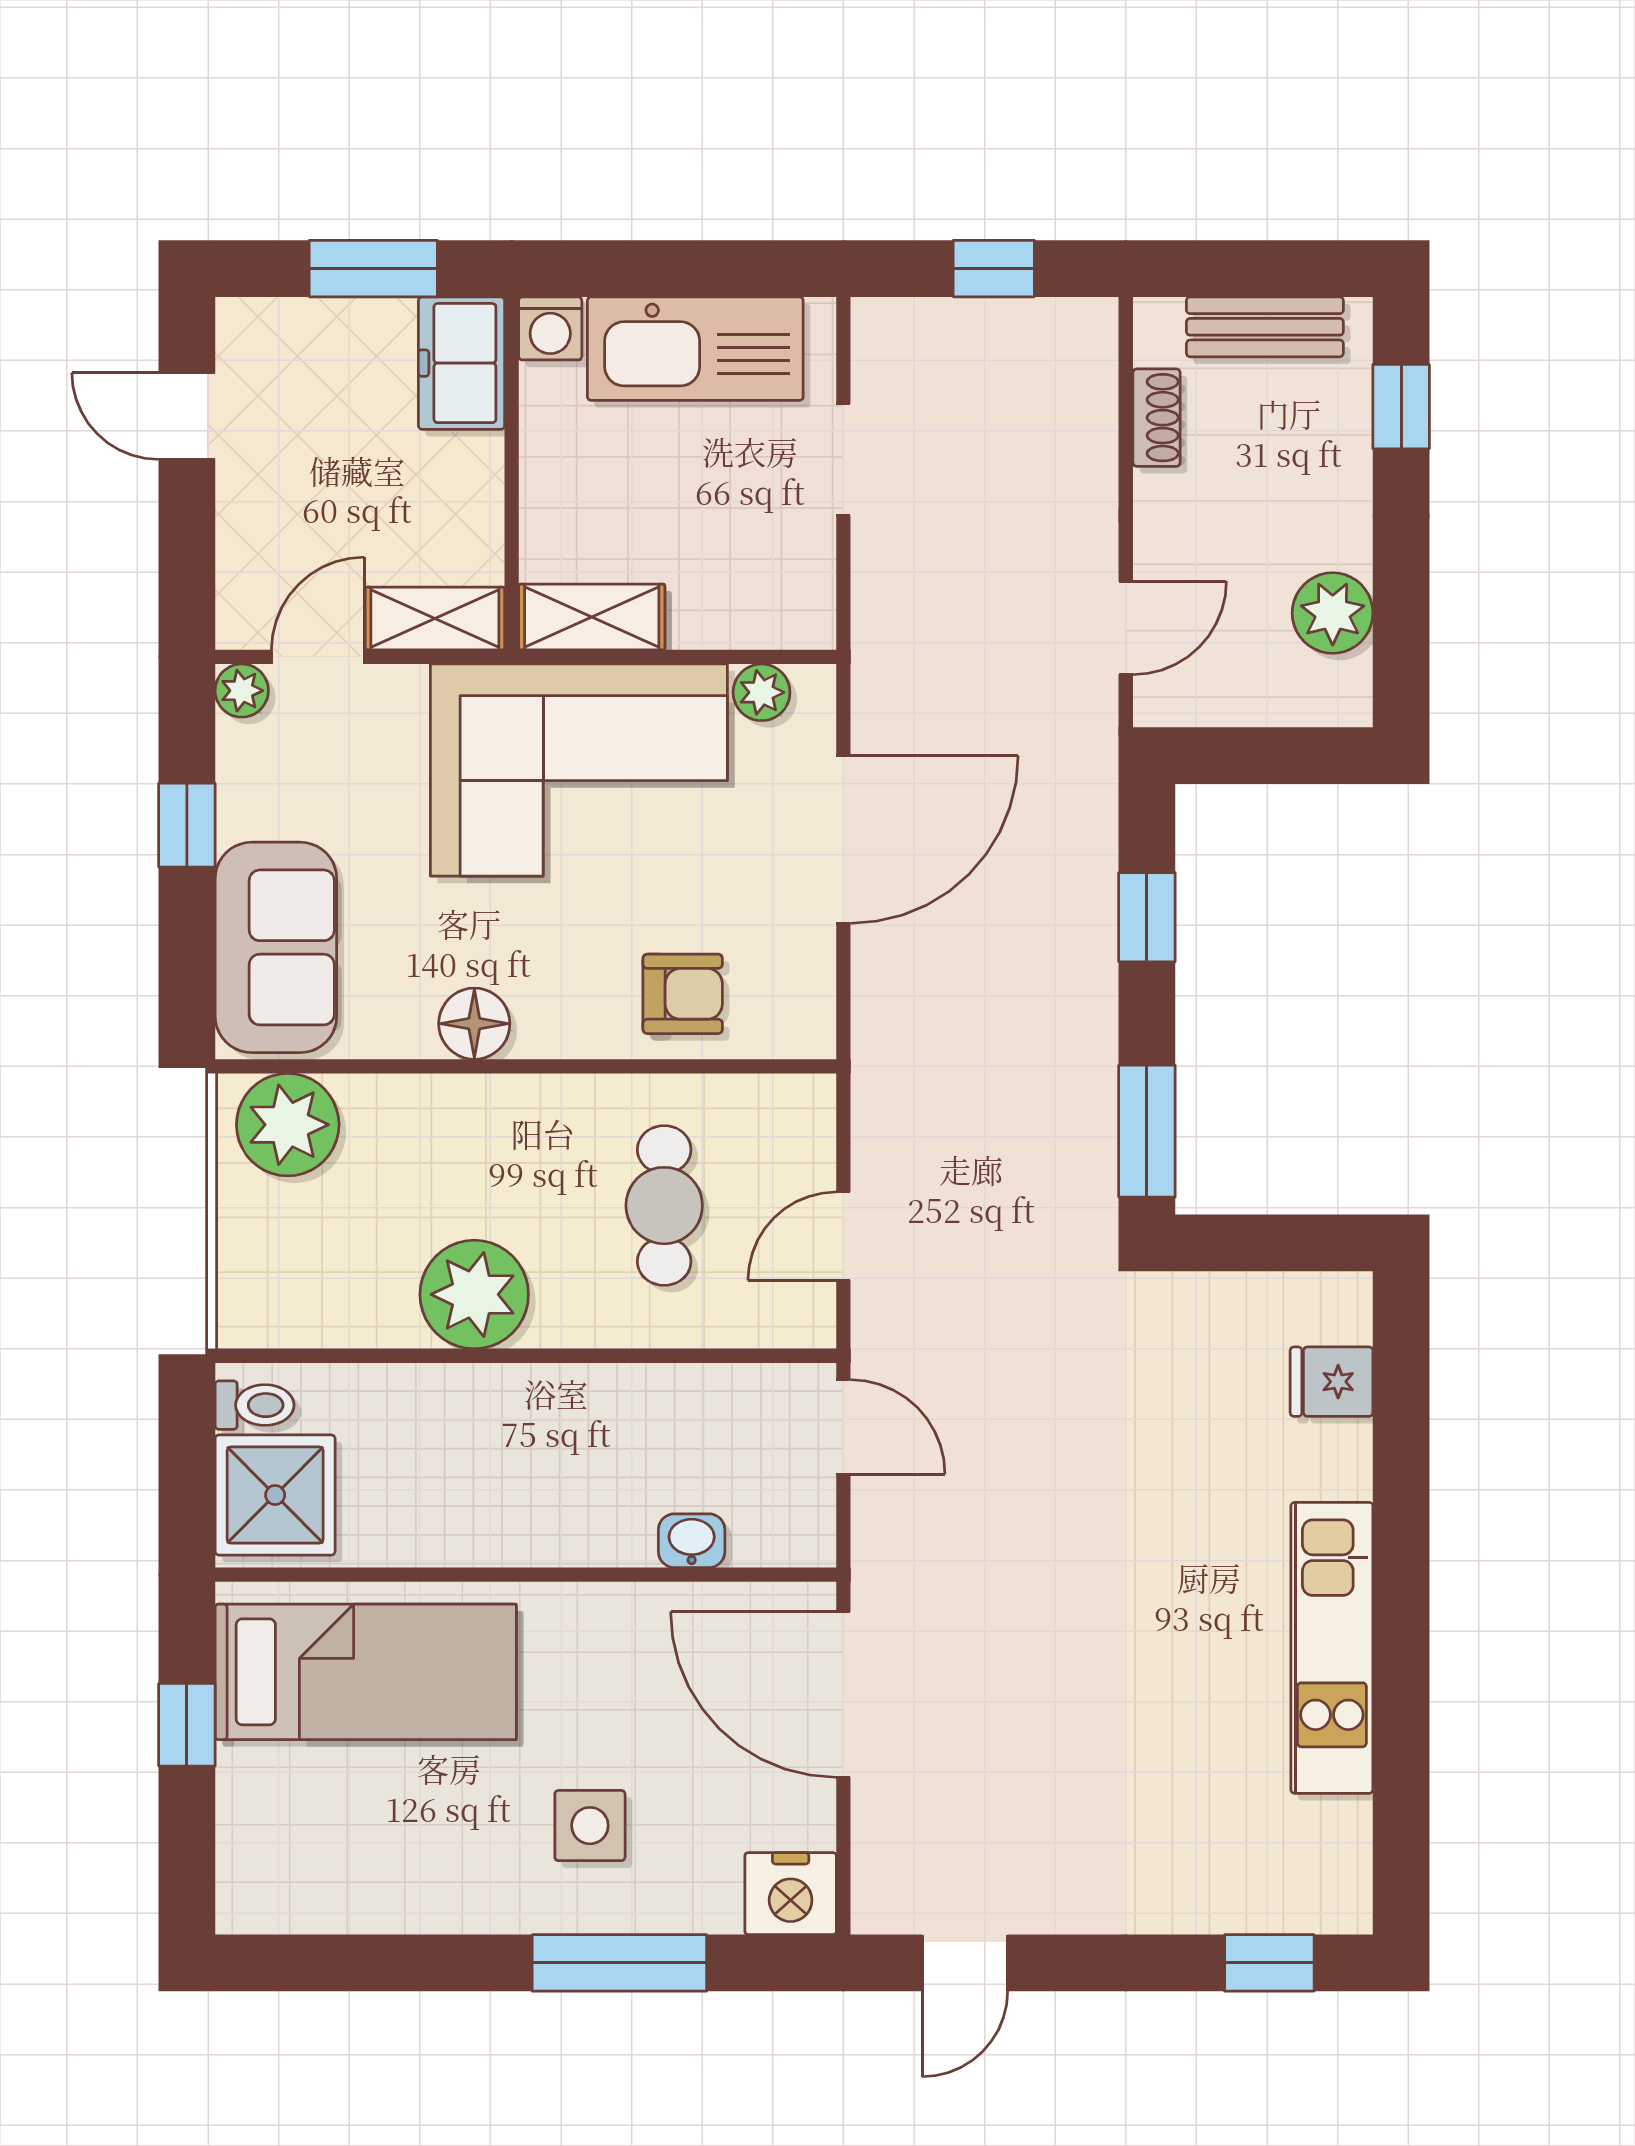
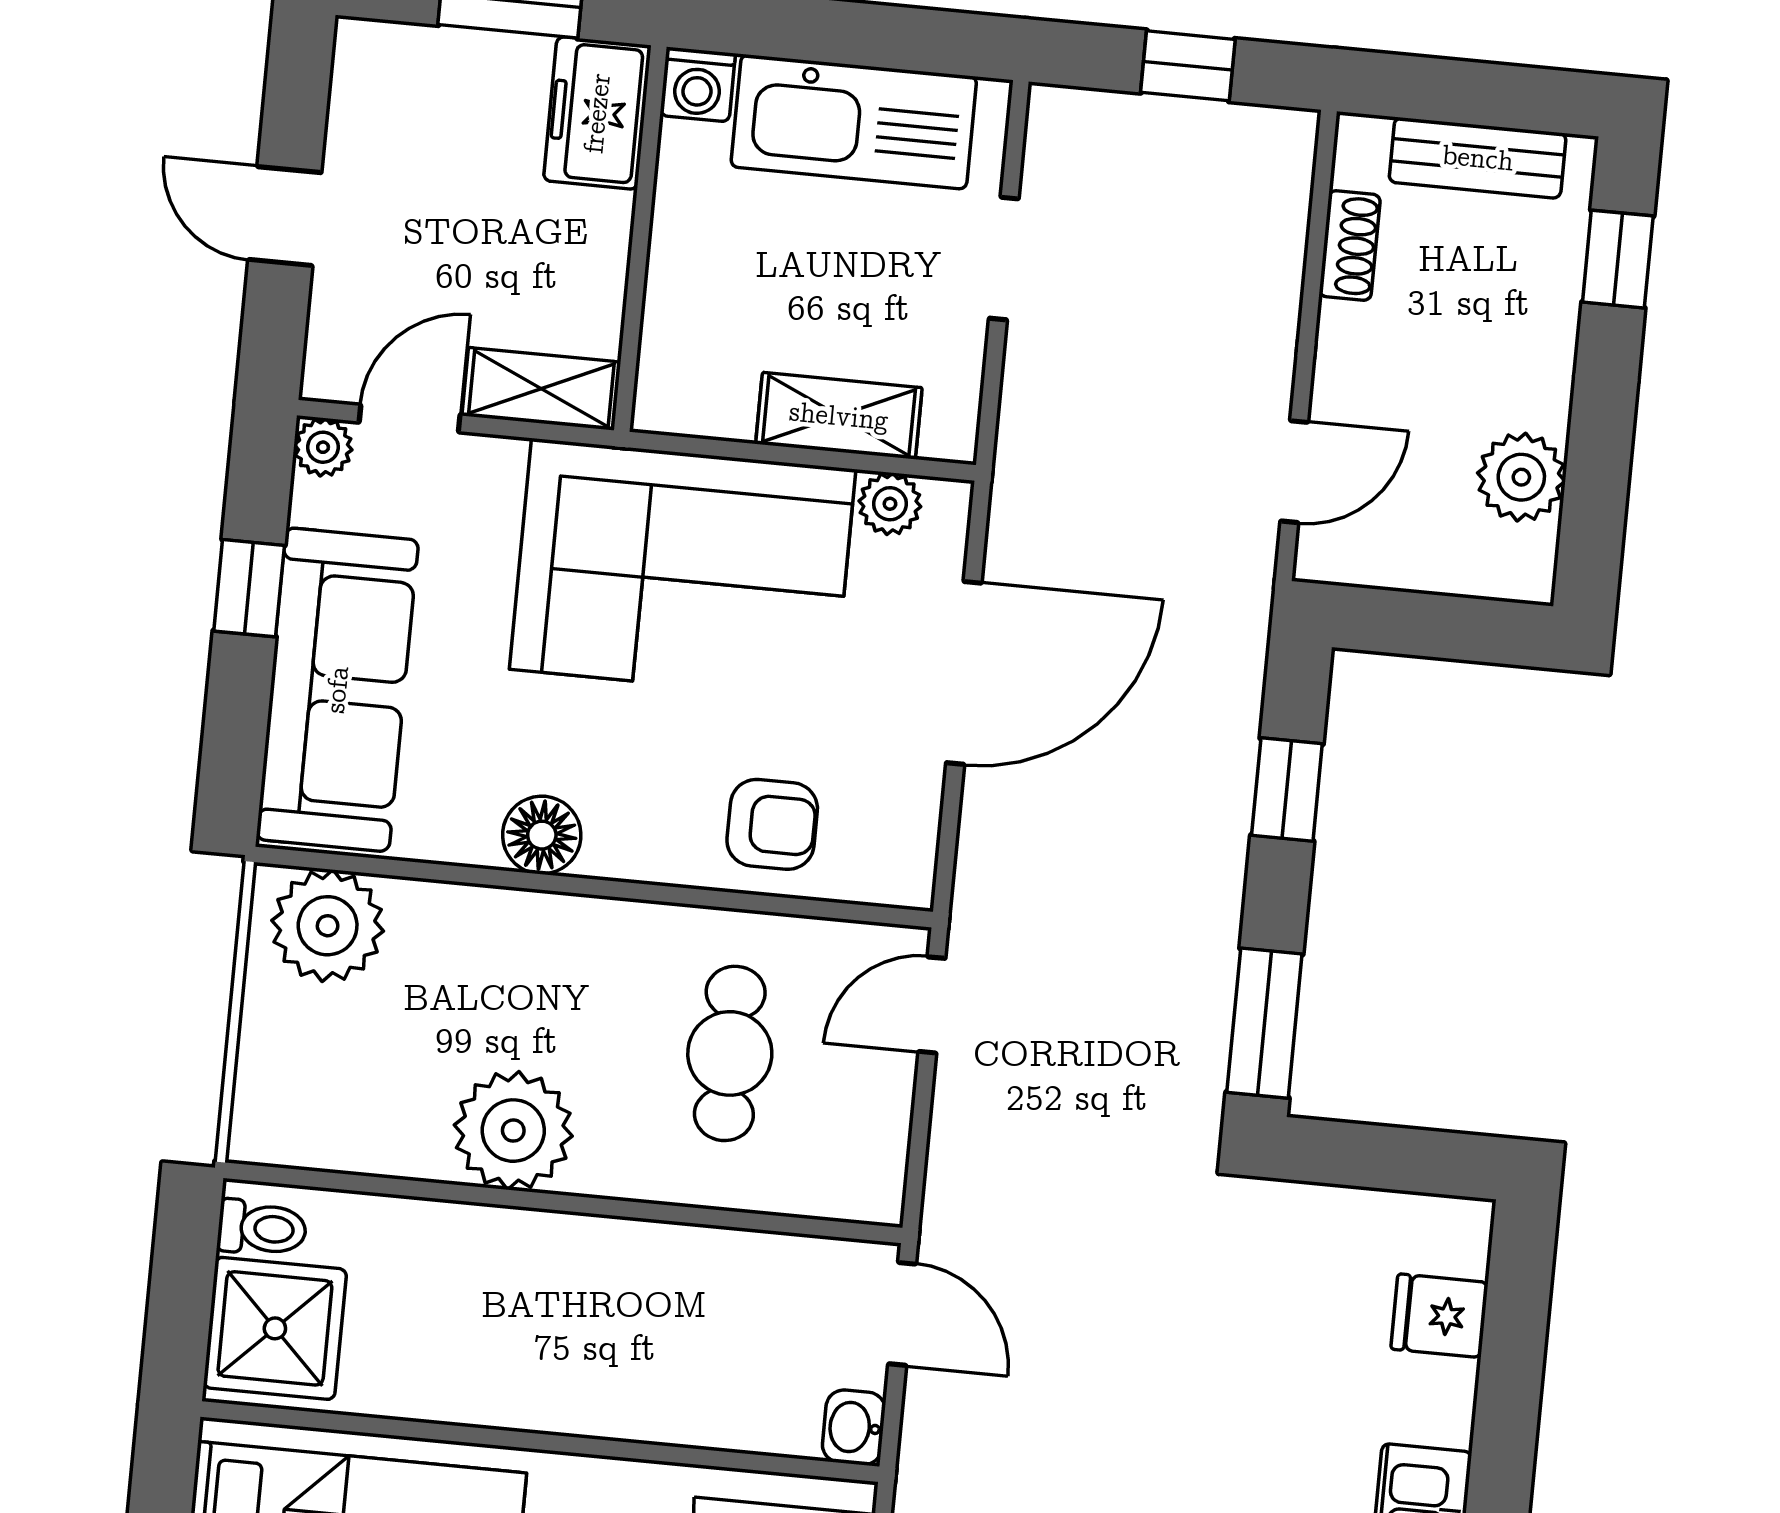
door: (187, 416) -> (285, 216), moved
shelving: (592, 617) -> (839, 416), moved
sofa: (276, 947) -> (337, 690), width x1.36
door: (843, 1236) -> (932, 1005), moved
washbasin: (692, 1541) -> (854, 1427), moved, turned -90

